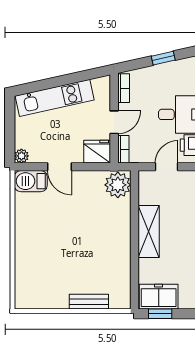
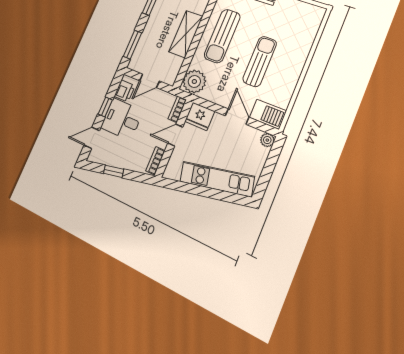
sun lounger: (60, 231) -> (260, 61), added
sun lounger: (109, 244) -> (222, 36), added

